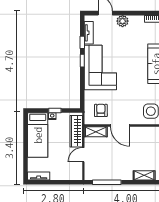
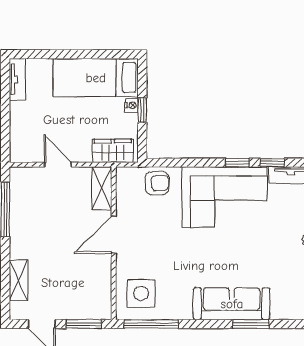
armchair: (101, 110) -> (157, 183), moved
wardrobe: (76, 131) -> (113, 151), width x0.67

